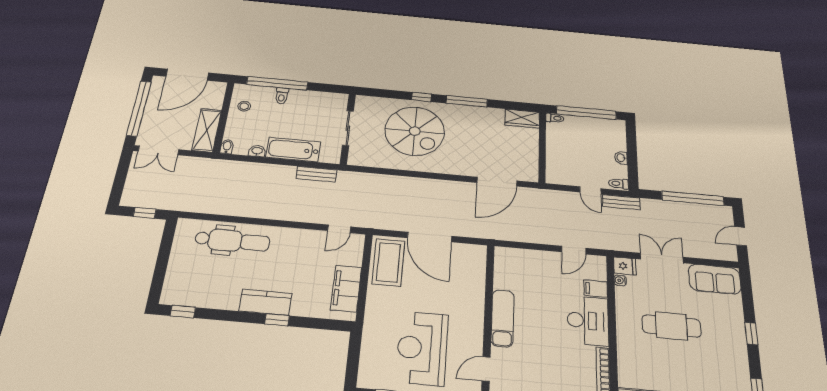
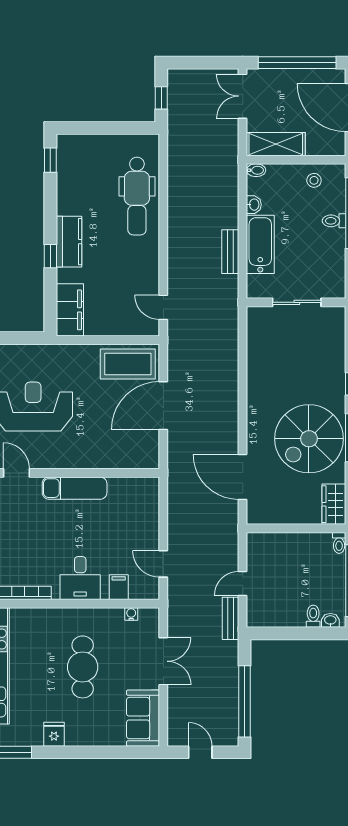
spiral stairs: (415, 131) -> (309, 439), moved
washbasin: (621, 158) -> (330, 620), moved
bench: (316, 174) -> (230, 252), moved
toilet: (619, 184) -> (313, 616), moved
fridge: (625, 266) -> (54, 734), moved, turned 180
filing cabinet: (346, 288) -> (70, 310), moved, turned 90
desk: (588, 321) -> (80, 578), width x0.73
window: (751, 334) -> (82, 752), removed

